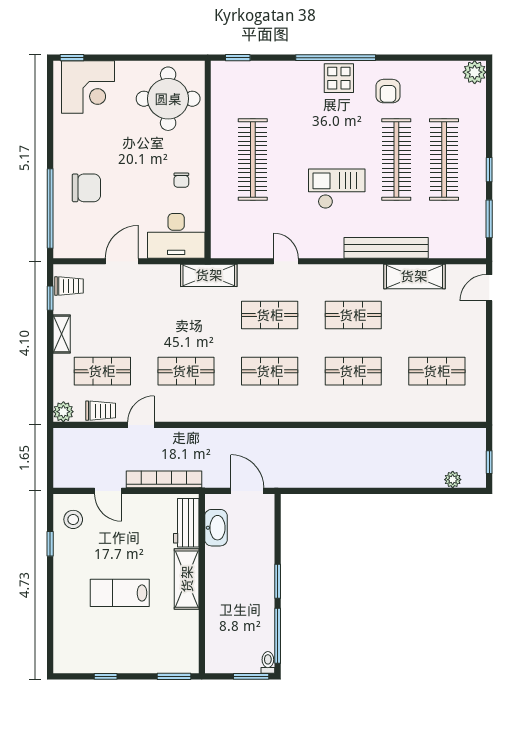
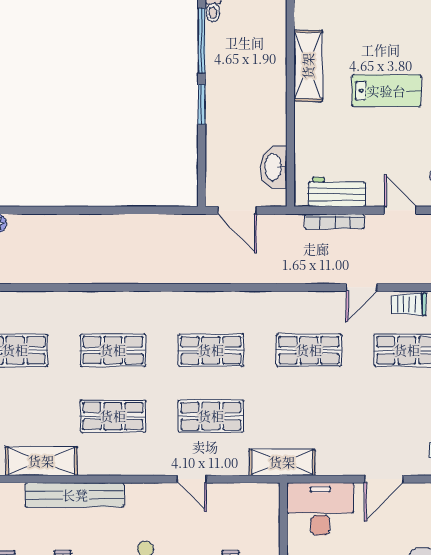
bookcase: (164, 479) -> (335, 221), width x0.68, depth x0.76
workbench: (186, 523) -> (337, 192), moved, turned -90
shelving: (187, 579) -> (308, 66), moved

